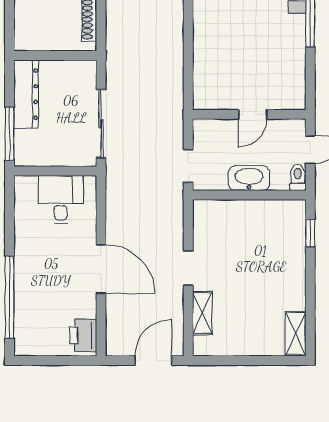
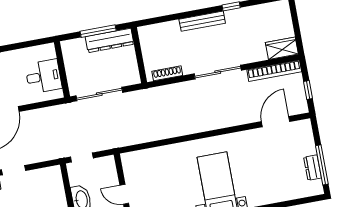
window: (10, 134) -> (98, 31), moved

